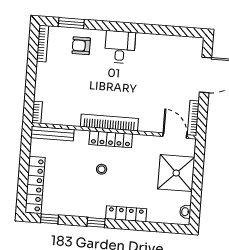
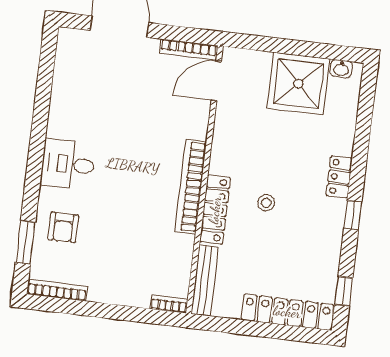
locker: (111, 139) -> (215, 210), moved
shower: (176, 173) -> (298, 84), moved
locker: (126, 214) -> (339, 177), width x0.66

